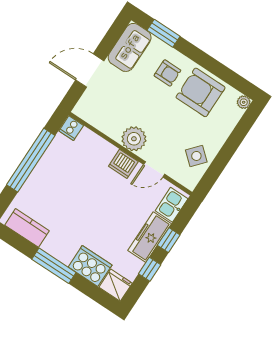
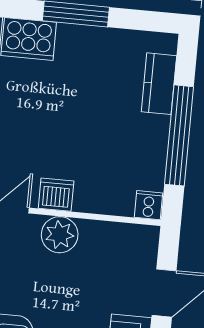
kitchen counter: (27, 228) -> (159, 84), moved, turned 90

